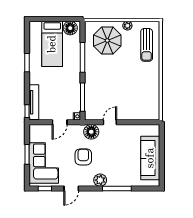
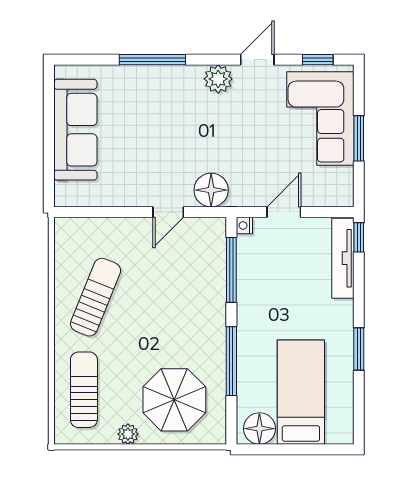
sun lounger: (142, 85) -> (96, 297), added
armchair: (83, 157) -> (229, 132), removed
plant: (100, 180) -> (218, 79), moved

